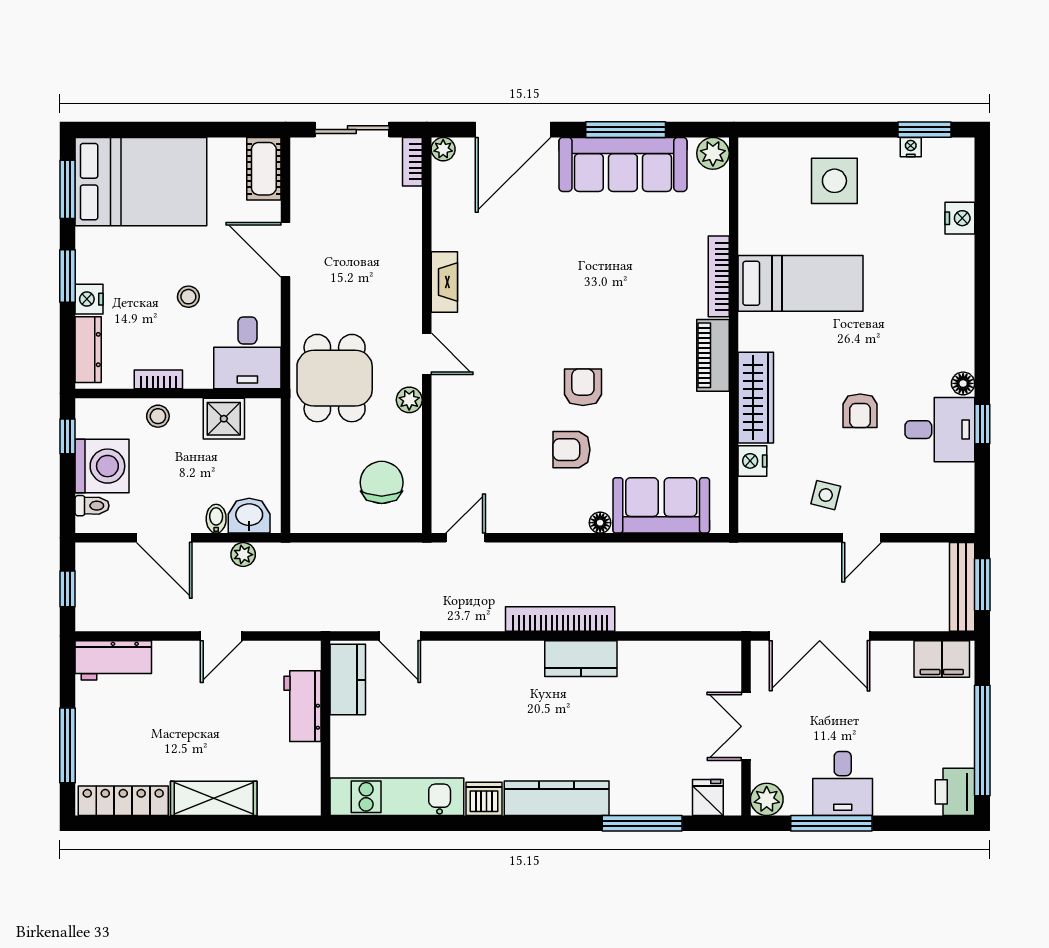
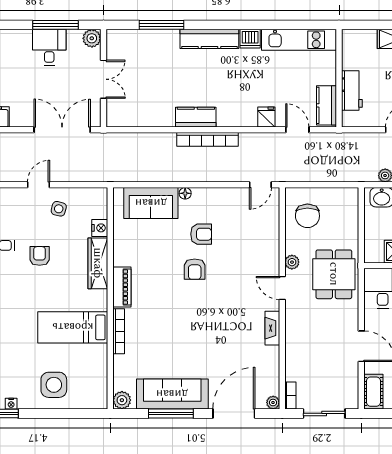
fridge: (708, 797) -> (266, 117), moved, turned 180

